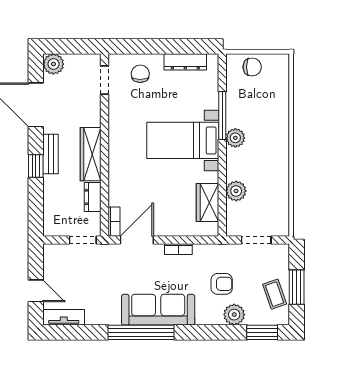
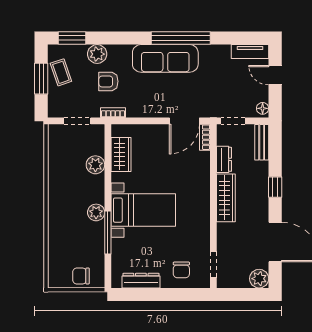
bench: (51, 154) -> (262, 142), moved
bookcase: (178, 249) -> (113, 113), moved
floor lamp: (50, 254) -> (263, 108), added

